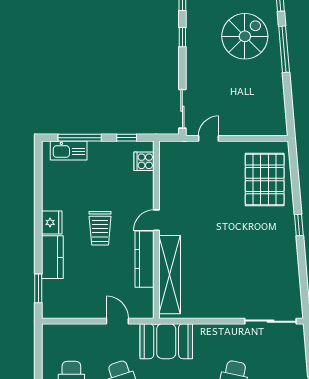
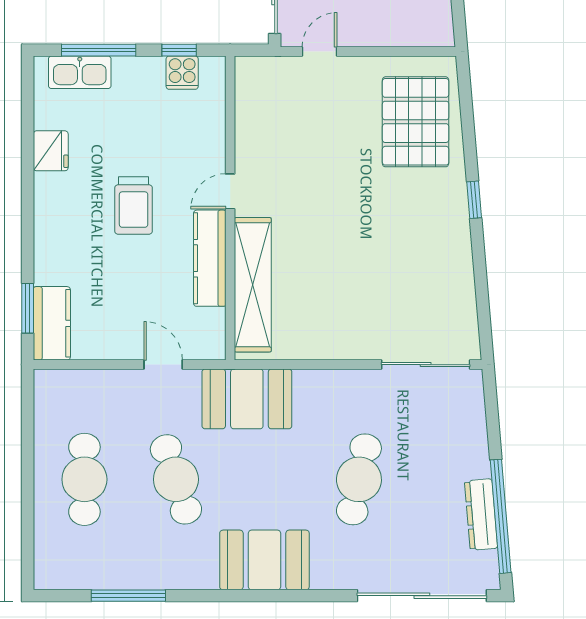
cooker: (144, 161) -> (182, 73), moved, turned -90
fridge: (52, 222) -> (51, 151), moved
kitchen counter: (52, 257) -> (52, 323), moved

